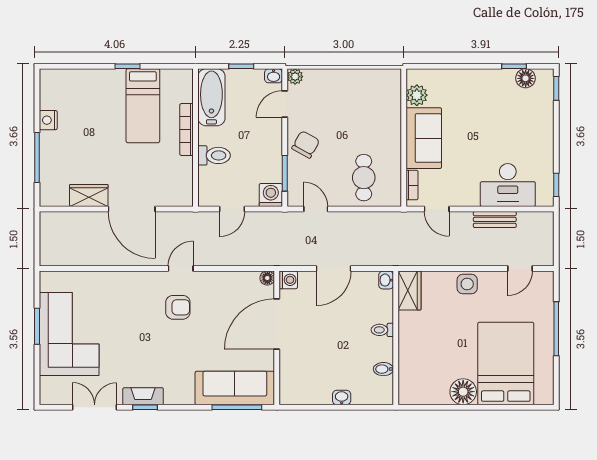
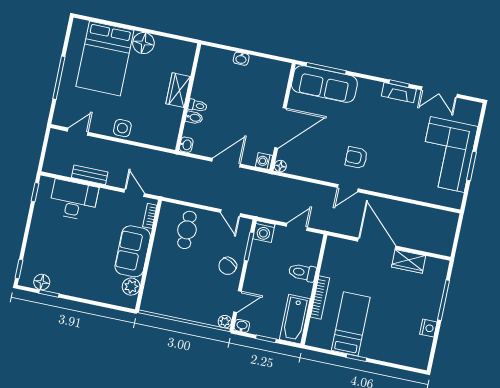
wardrobe: (410, 290) -> (178, 90), moved
bidet: (383, 369) -> (194, 118), moved

